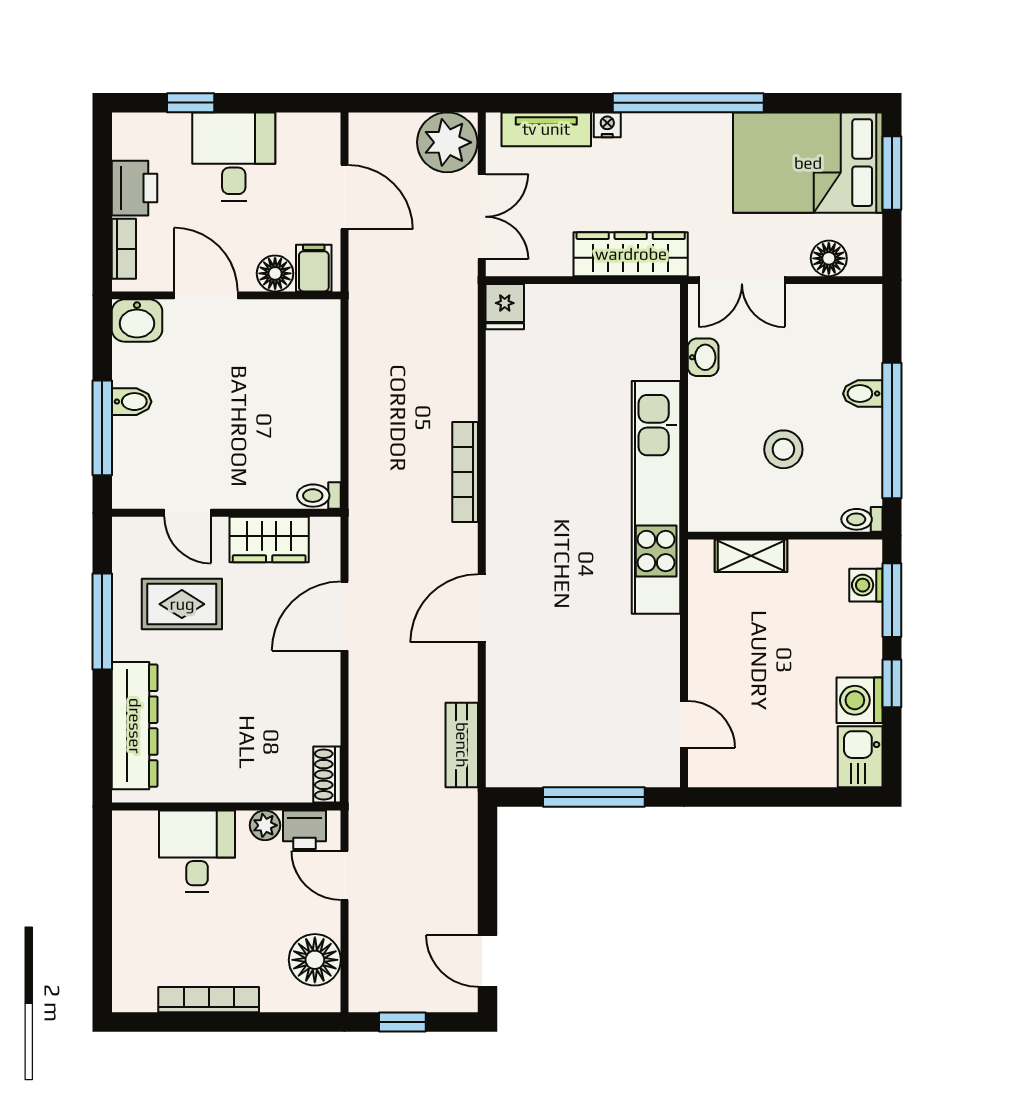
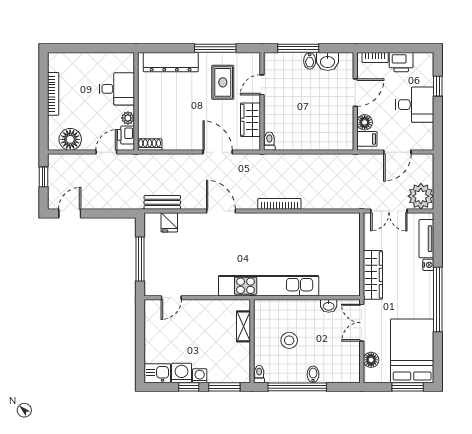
fridge: (505, 307) -> (169, 222), moved, turned -90
washbasin: (137, 320) -> (328, 61), moved, turned -90
washing machine: (866, 585) -> (200, 376), moved

